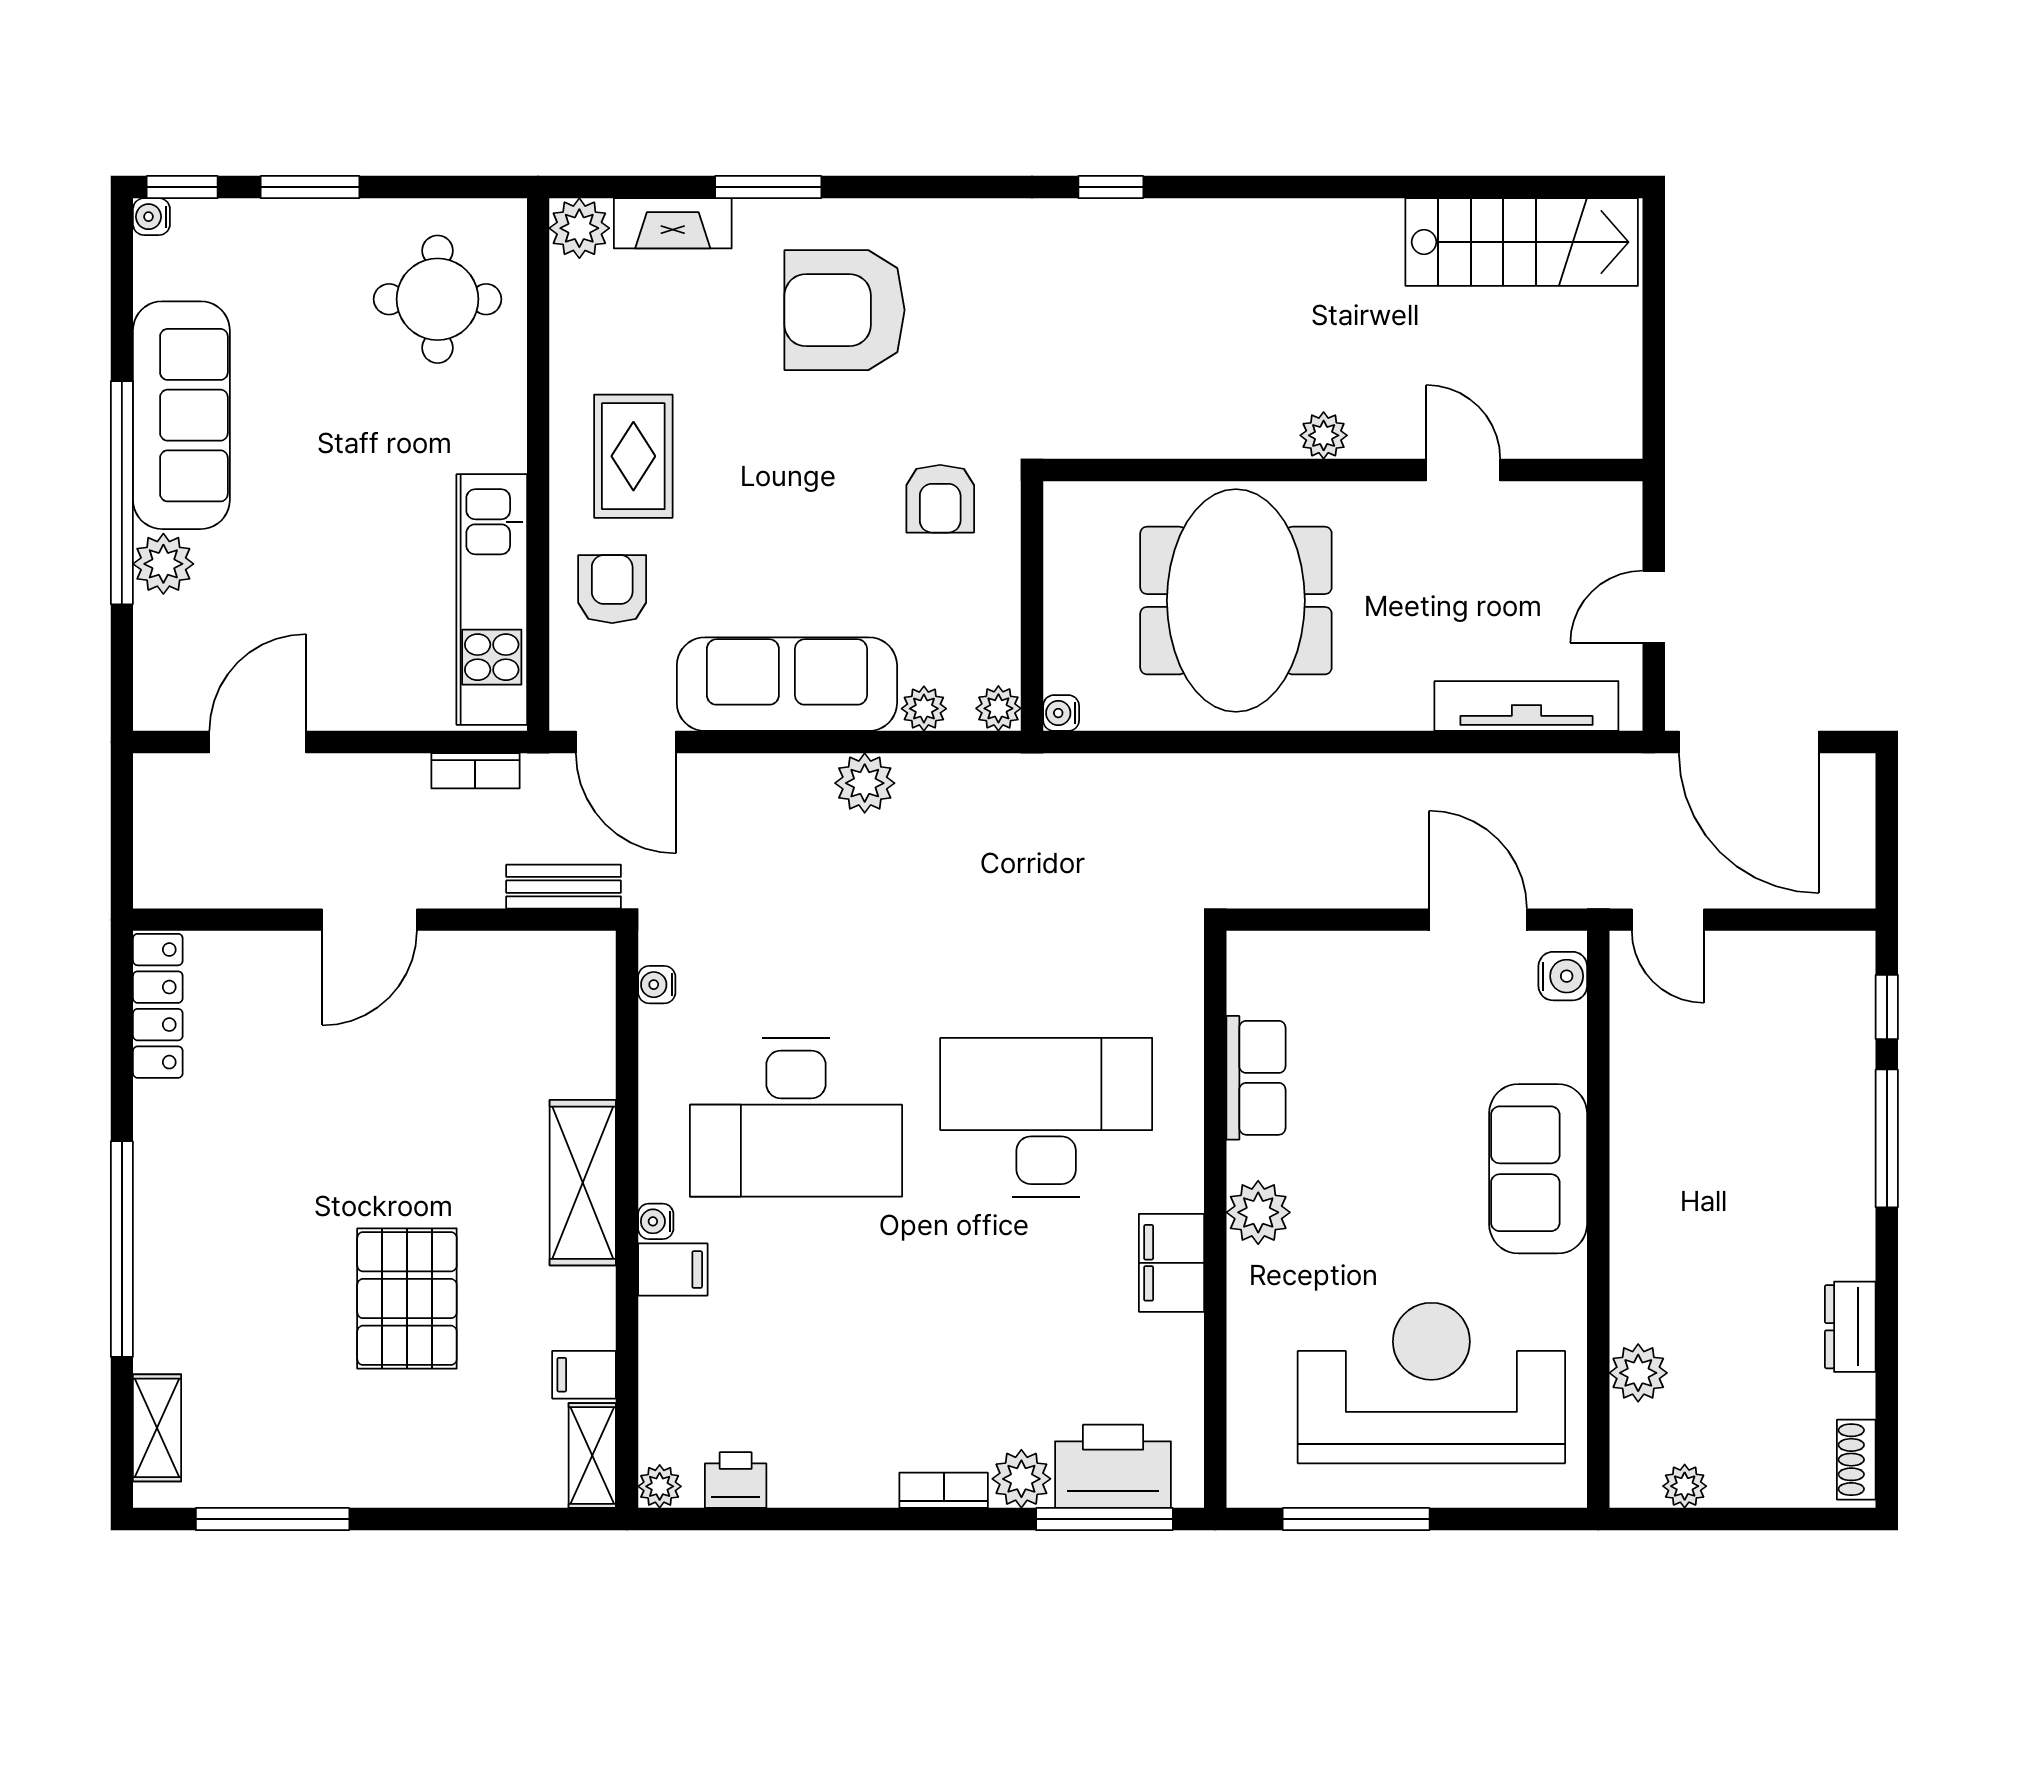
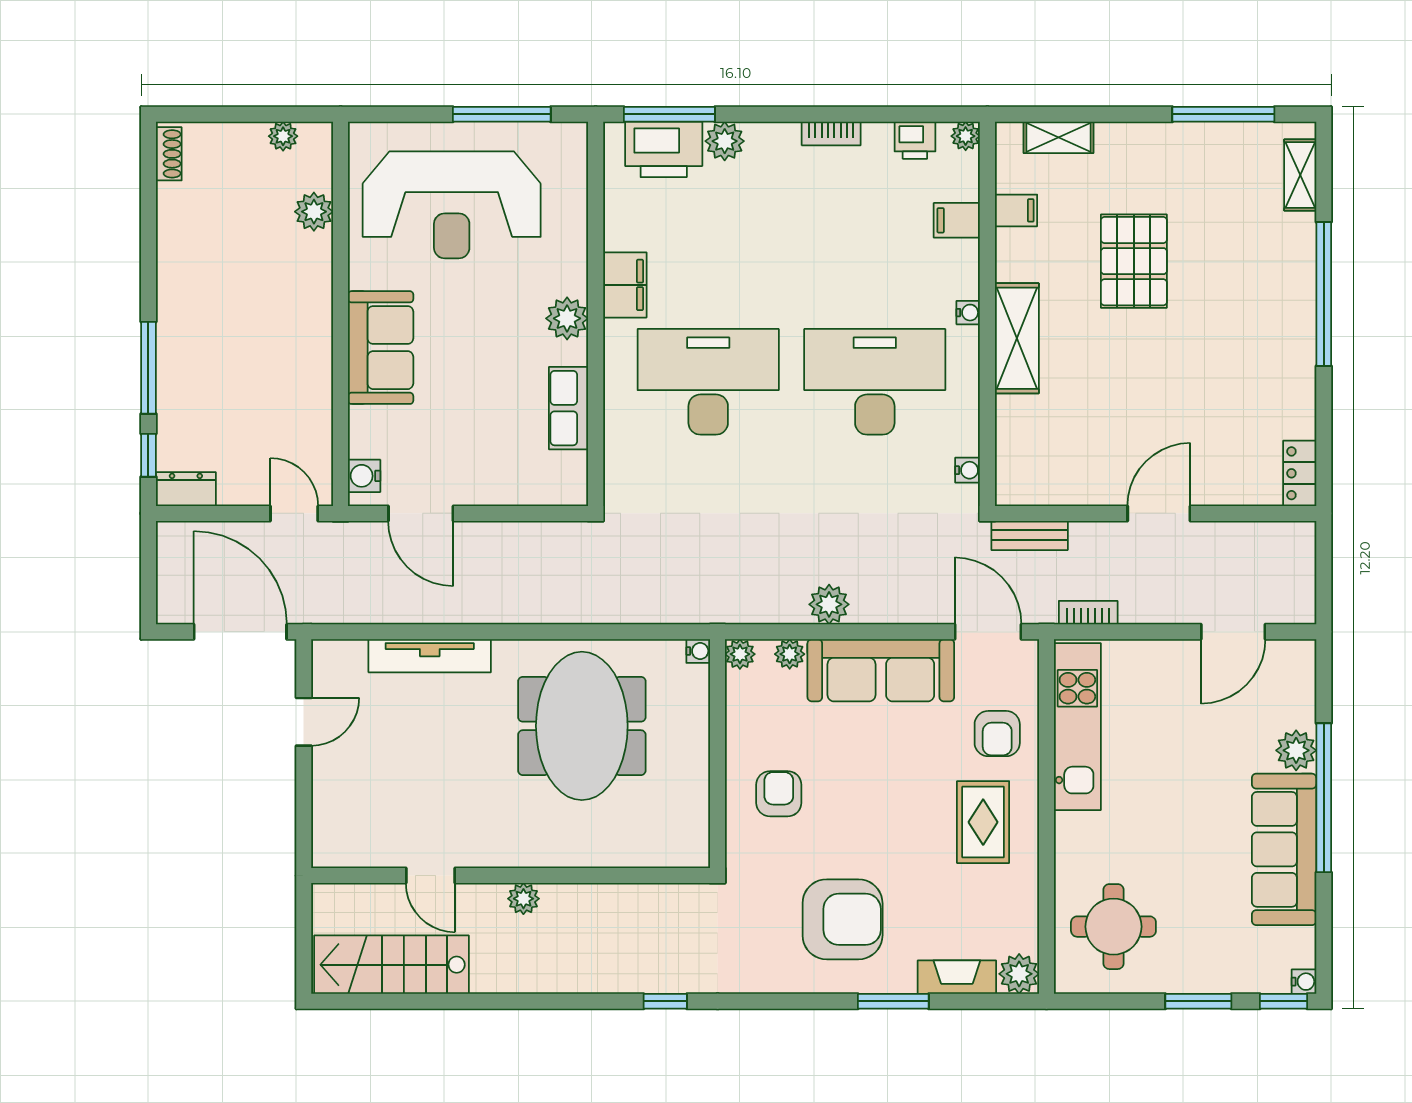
plant: (1324, 435) -> (523, 899), moved
wall: (1343, 470) -> (511, 876), moved
door: (1463, 470) -> (430, 876), moved
tv unit: (1526, 706) -> (430, 656), moved
locker: (158, 1006) -> (1300, 473), width x0.66
desk: (1046, 1117) -> (708, 382), turned 180
filing cabinet: (673, 1270) -> (957, 220), moved
dresser: (1850, 1327) -> (186, 489), moved, turned -90
shelving: (592, 1455) -> (1059, 137), moved, turned 90
bookcase: (944, 1490) -> (831, 133), moved

